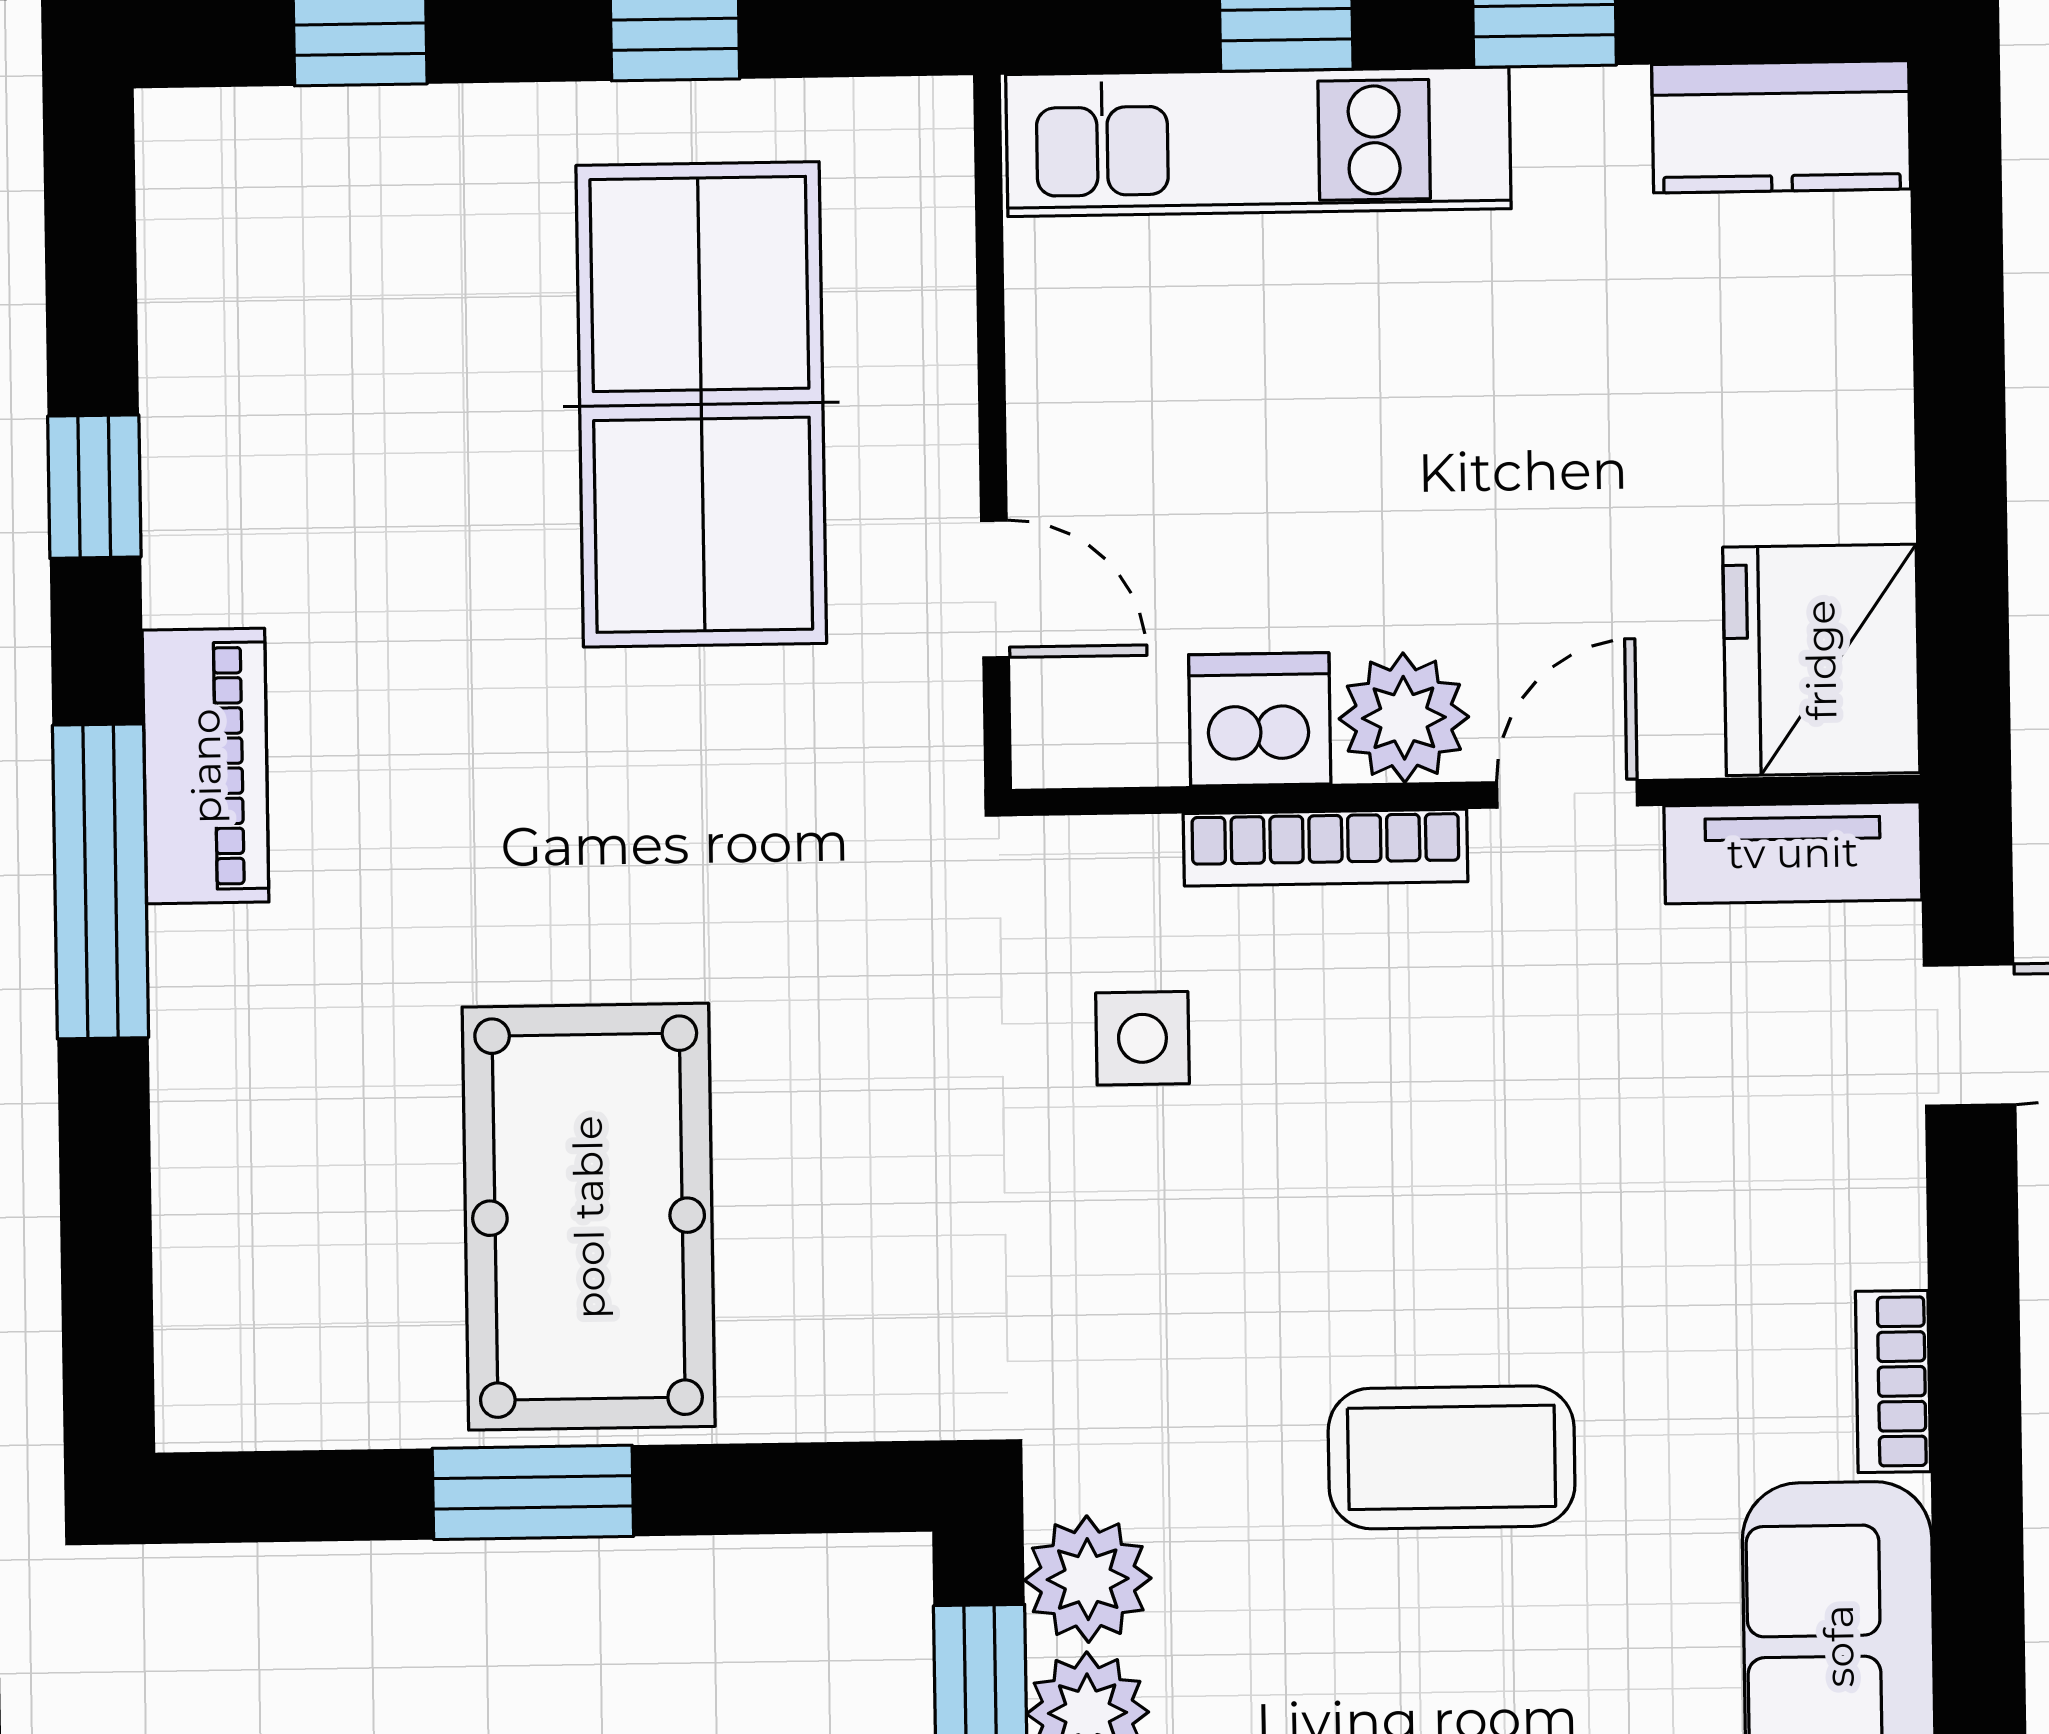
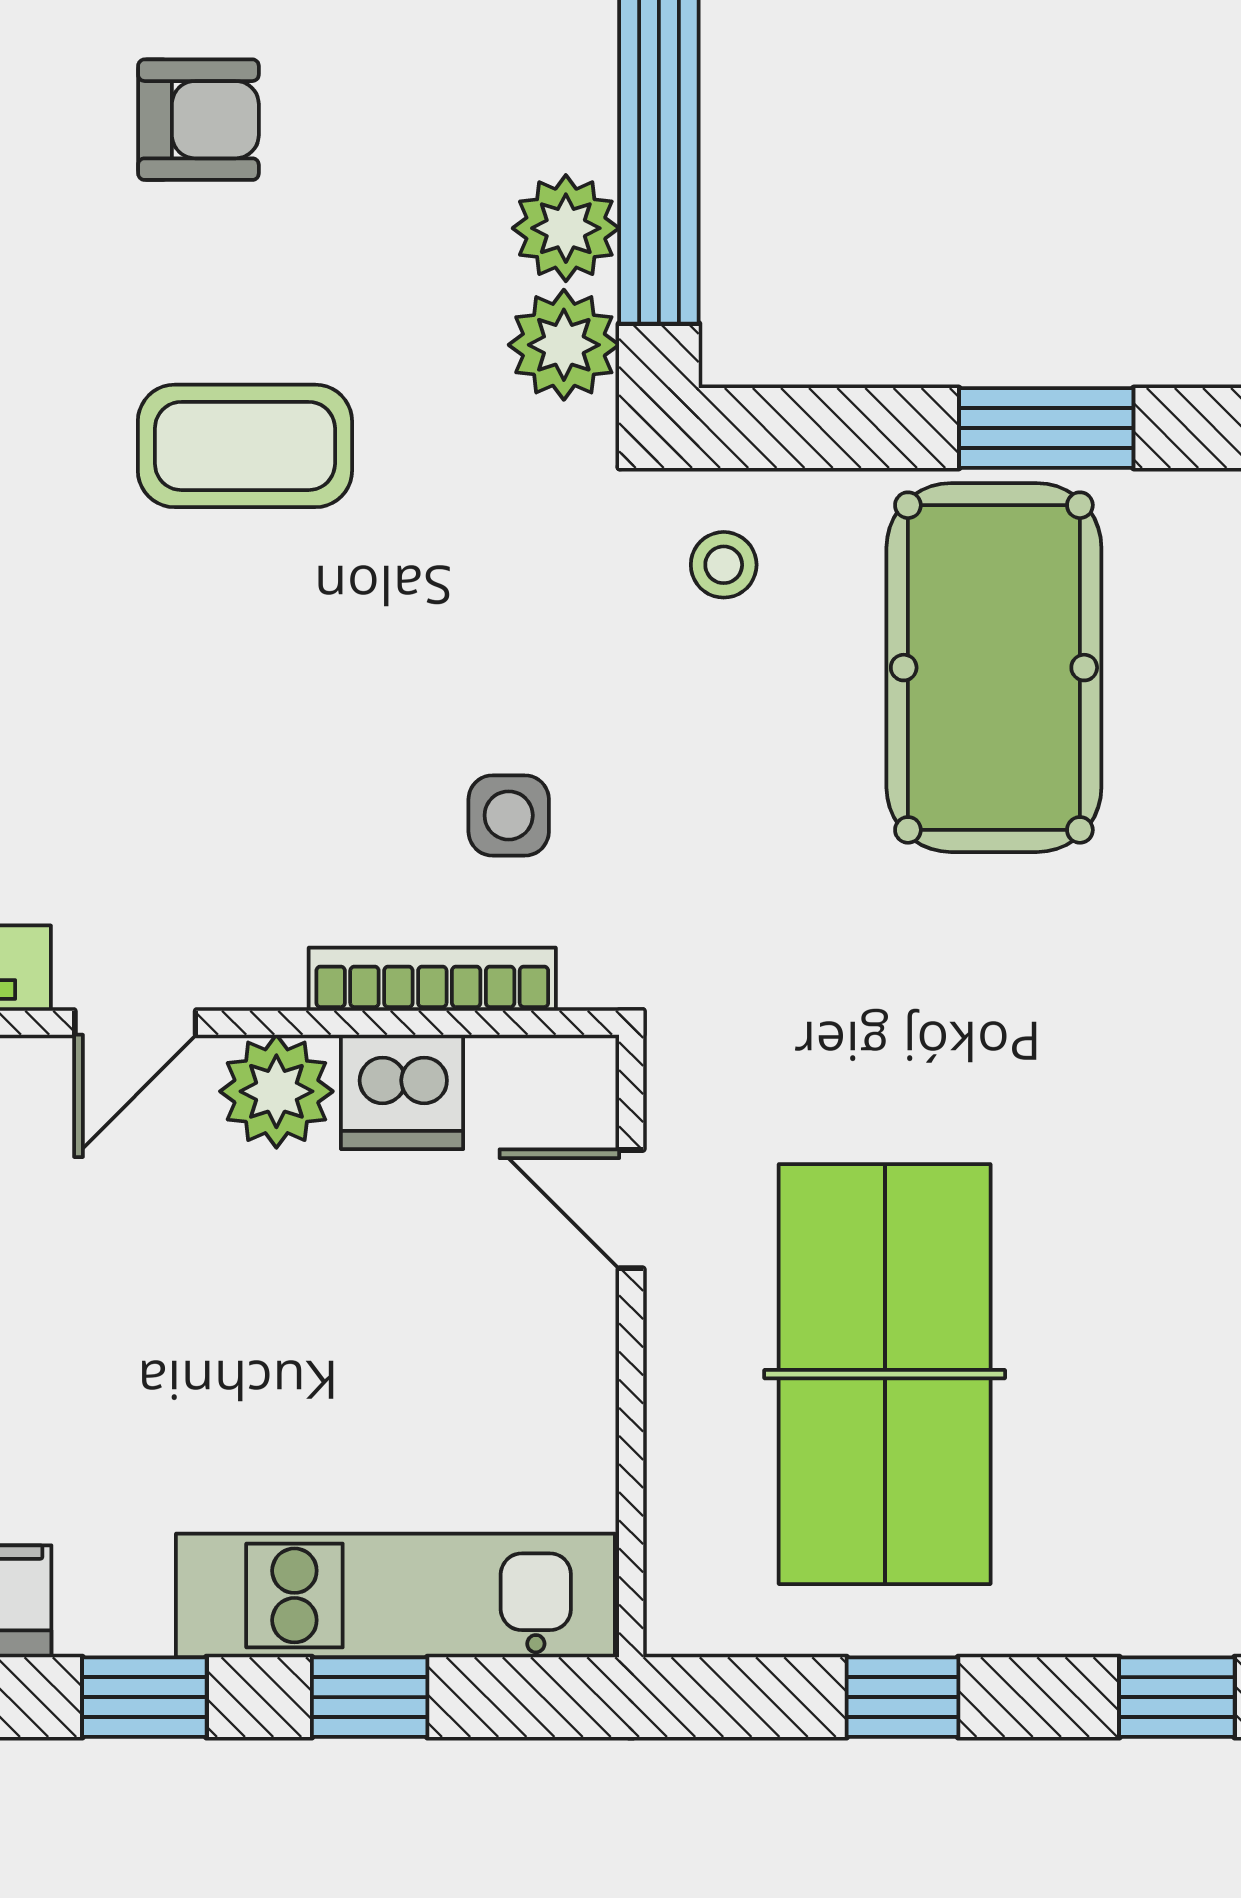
bookcase: (1326, 848) -> (432, 979), moved
stool: (900, 1330) -> (724, 565), added

